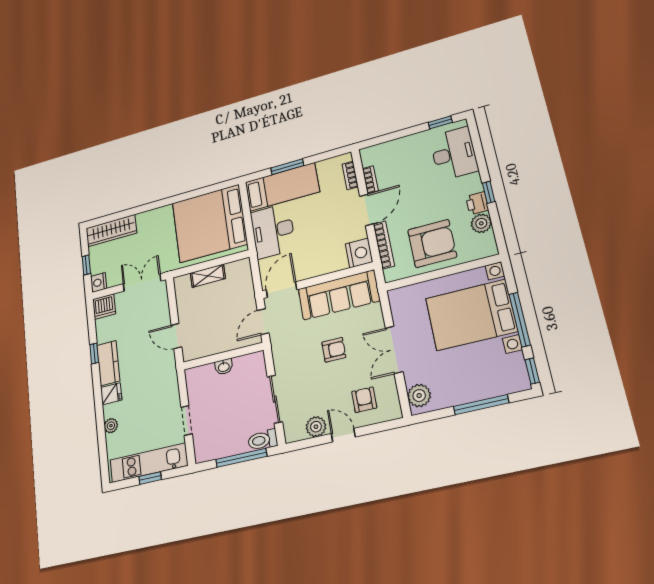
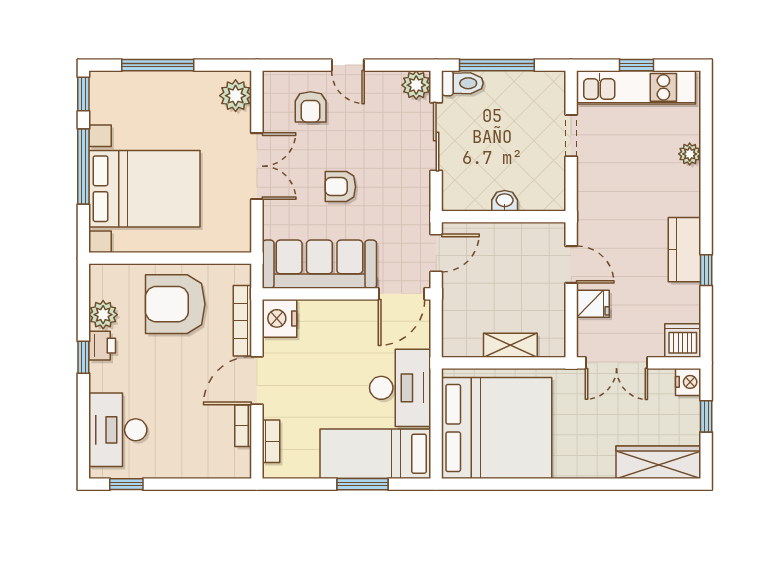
fridge: (111, 394) -> (593, 304), moved, turned 180
plant: (316, 427) -> (416, 85), moved

